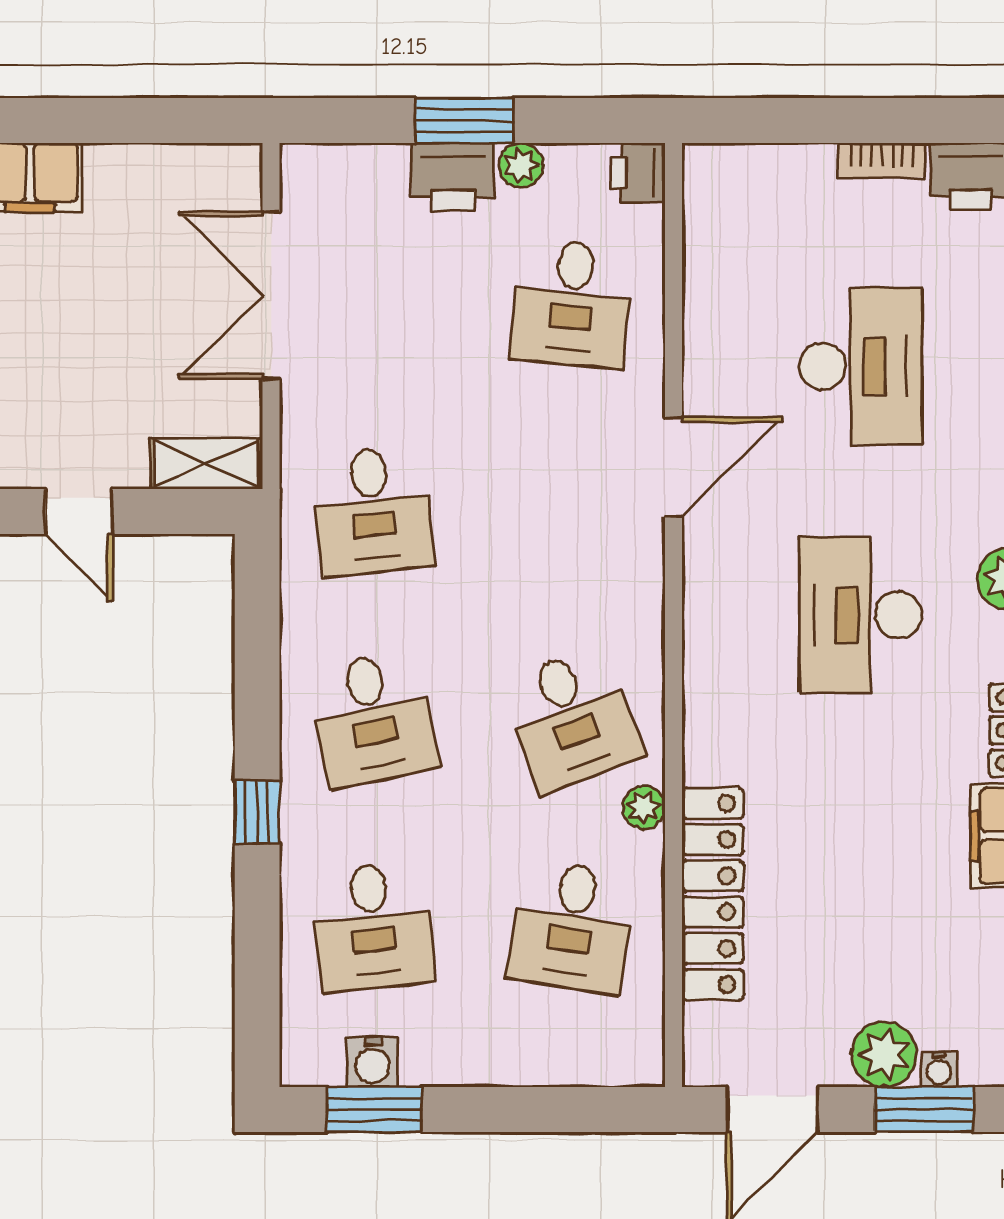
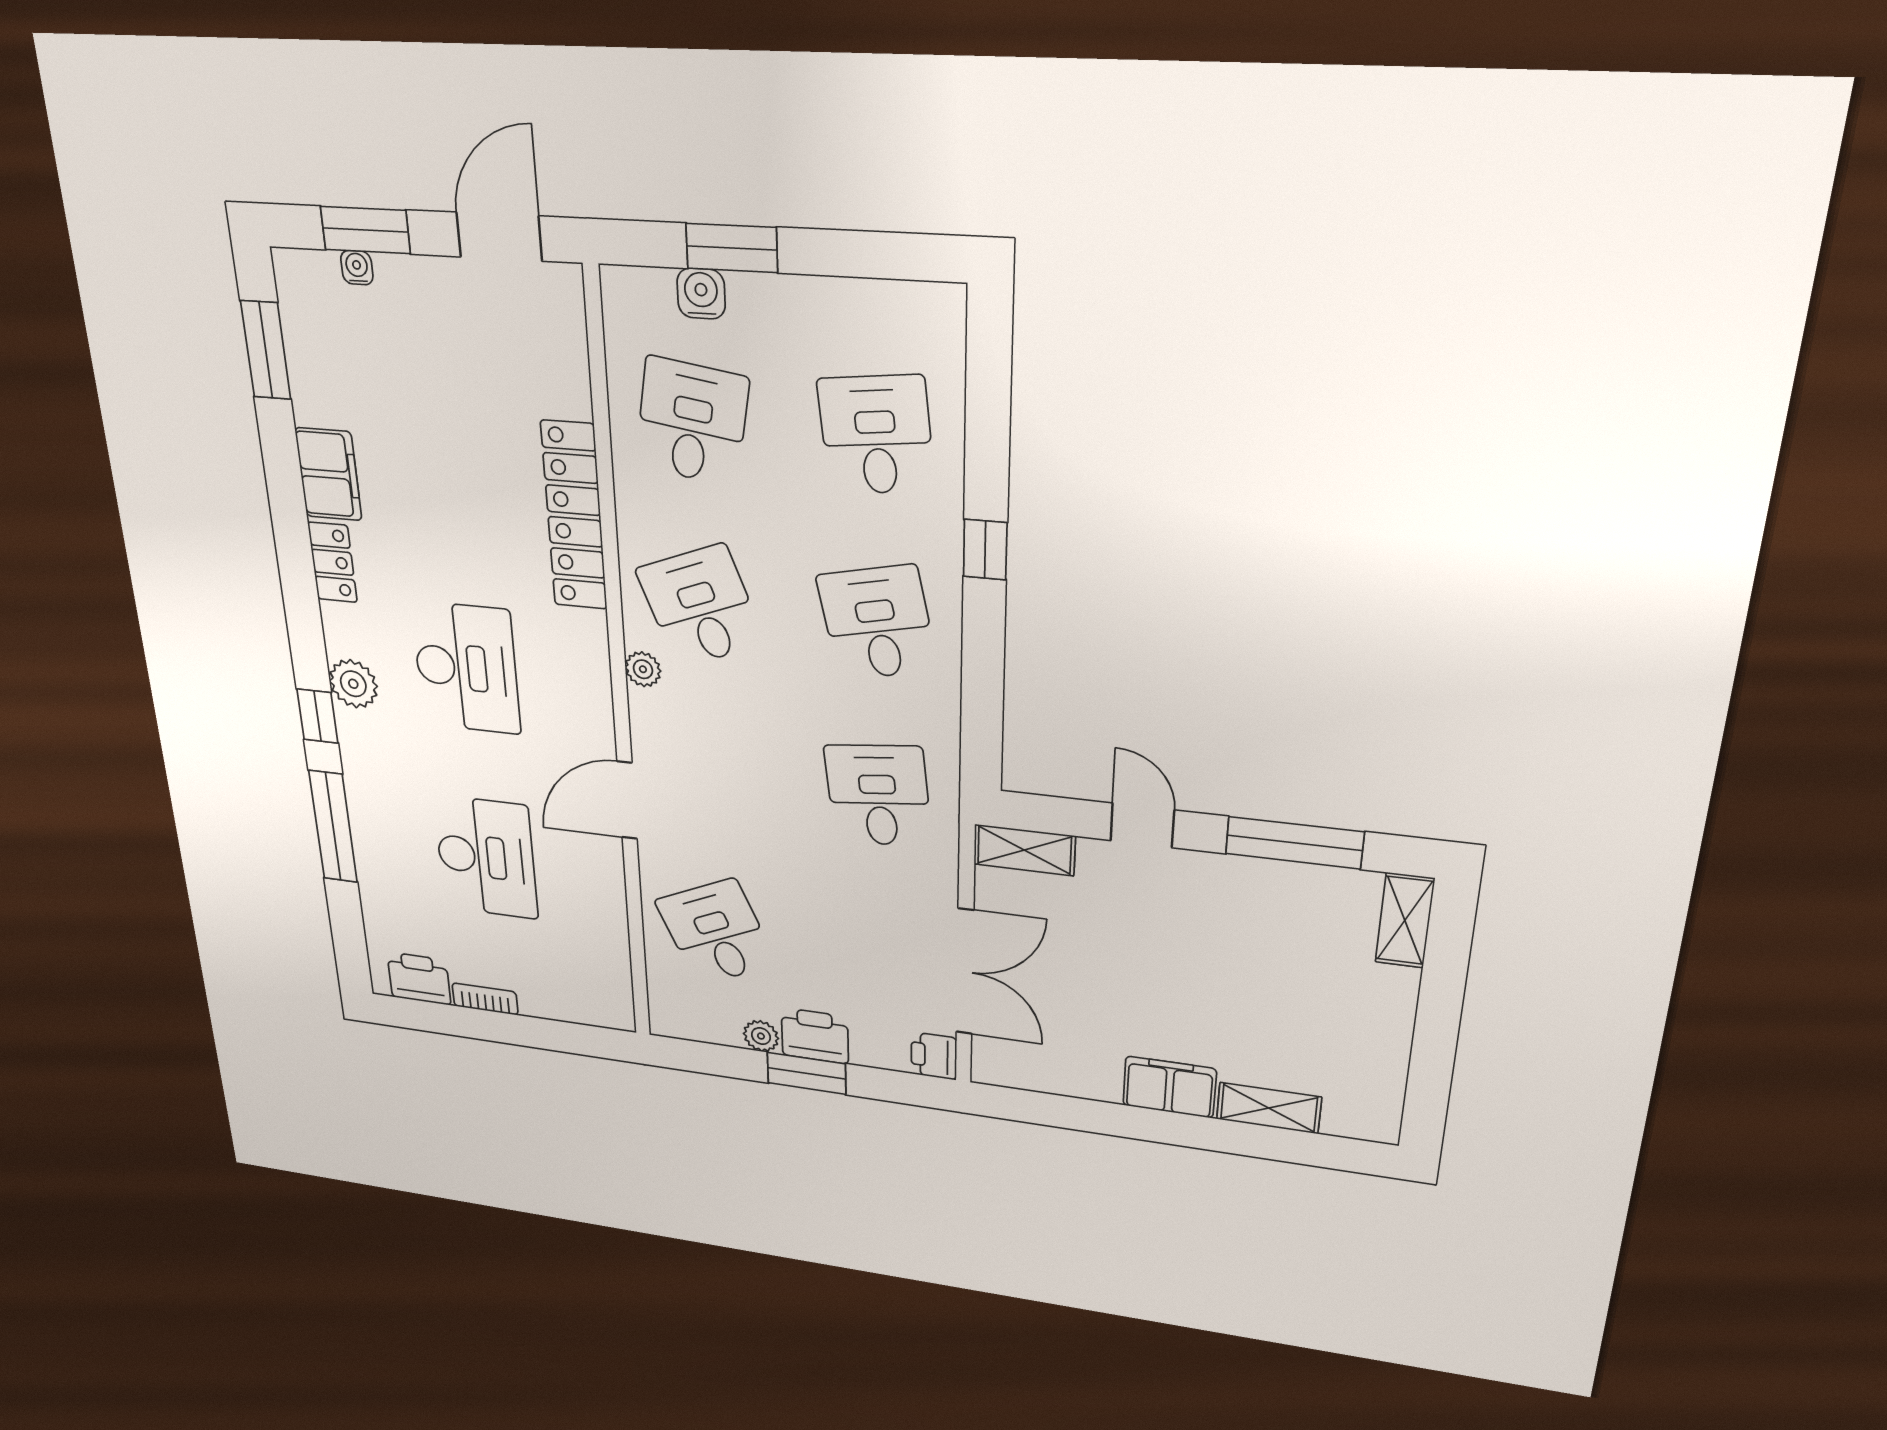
printer: (638, 173) -> (934, 1056), moved, turned 180
desk: (572, 303) -> (716, 932), turned -30
desk: (861, 366) -> (486, 857), turned 180
plant: (644, 807) -> (643, 669), moved
locker: (713, 894) -> (574, 516), moved
plant: (884, 1054) -> (406, 284), removed
water cooler: (372, 1062) -> (701, 294), moved
window: (374, 1109) -> (732, 248), moved

